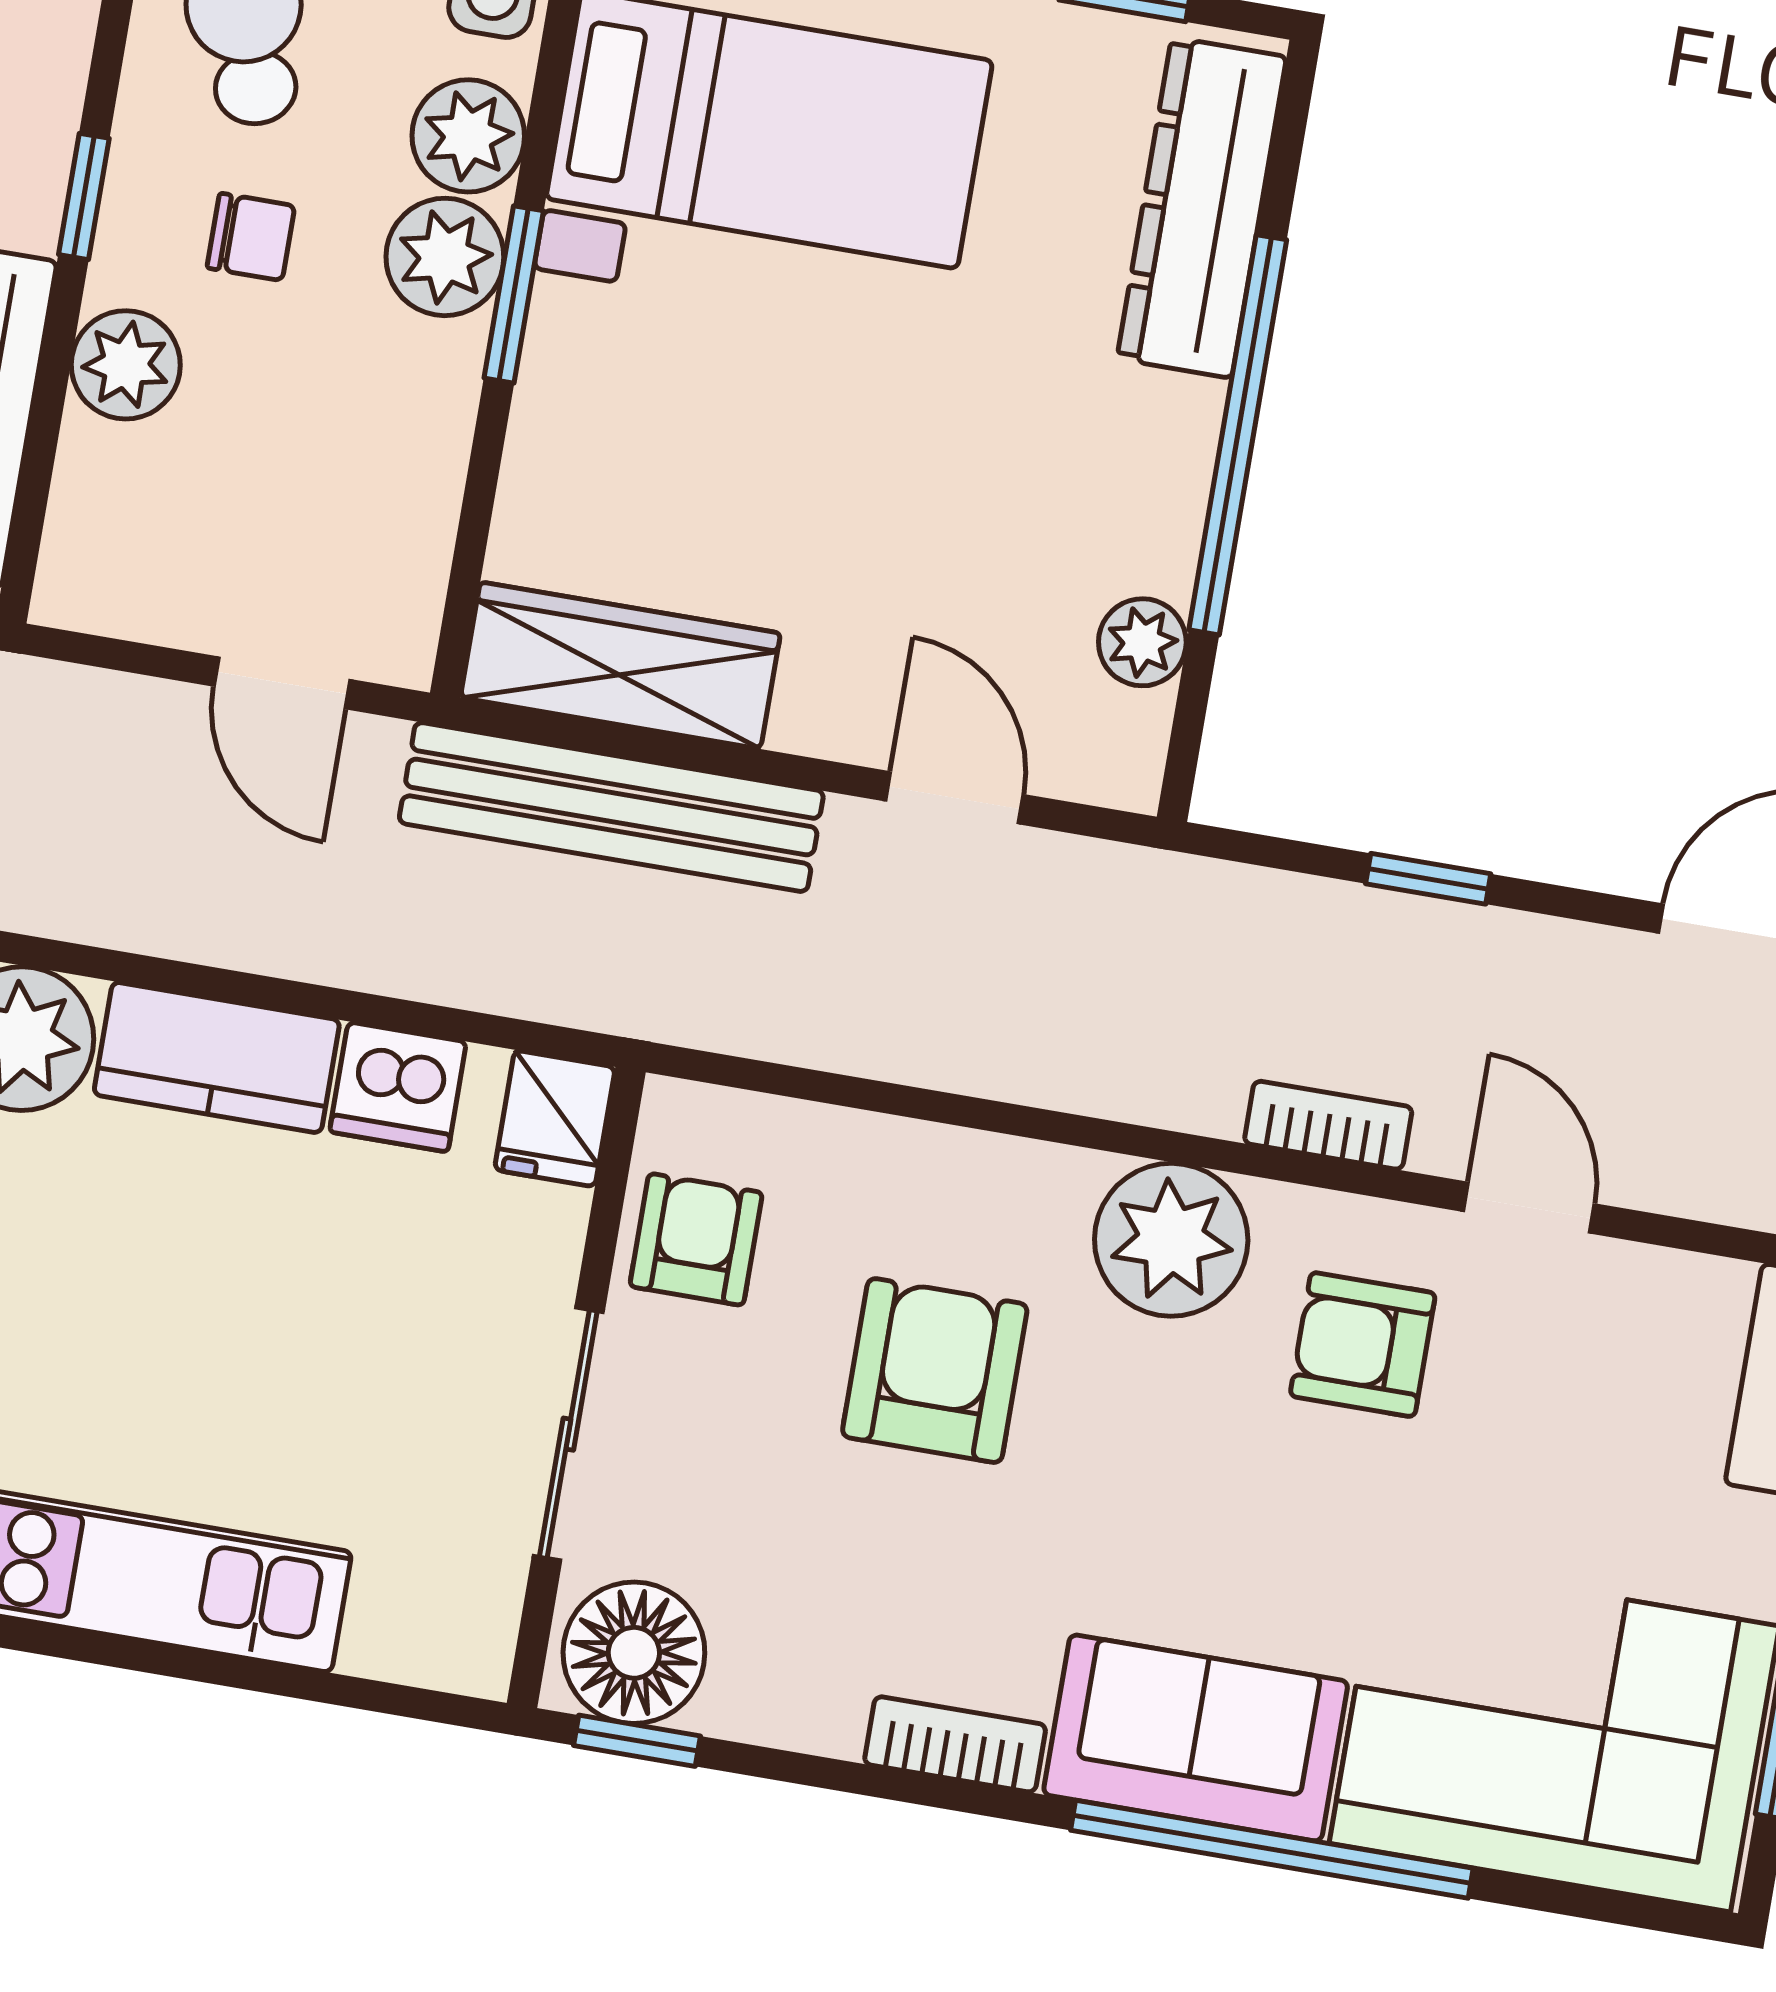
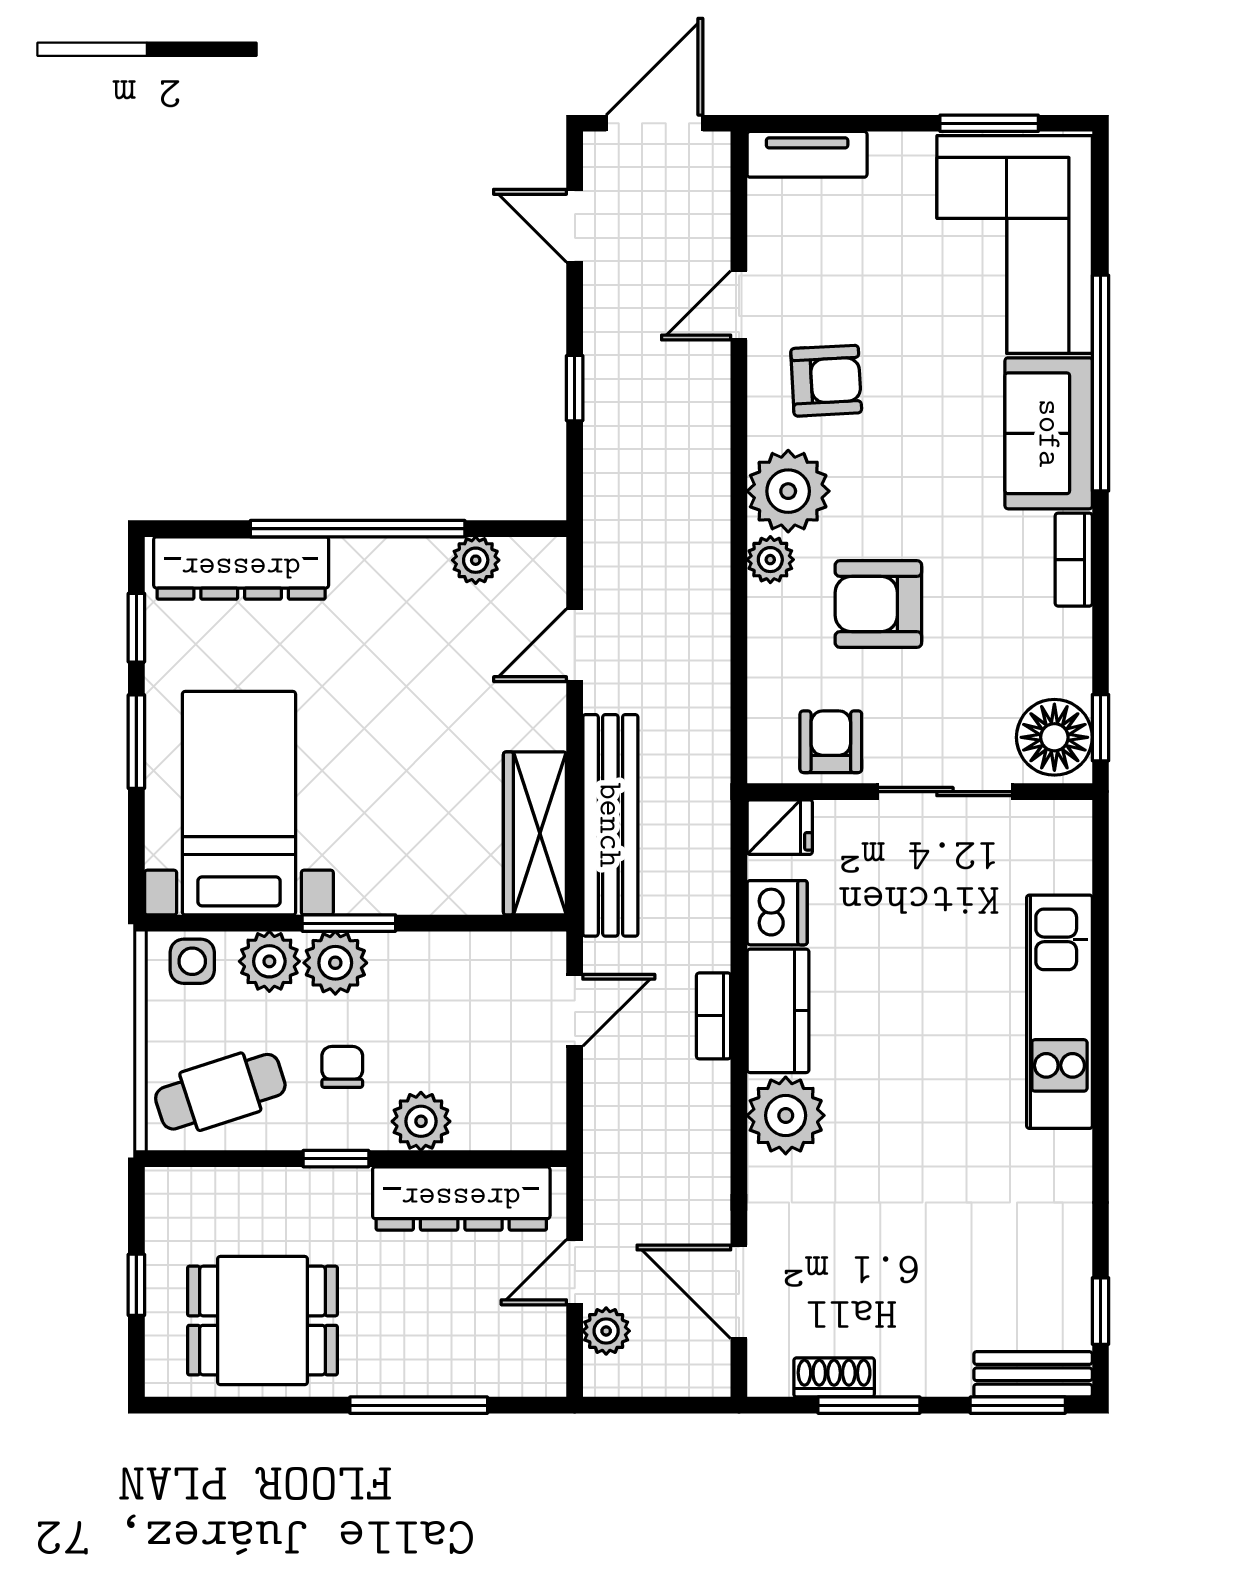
bookcase: (1328, 1125) -> (714, 1016), moved
plant: (1051, 1185) -> (770, 560), added
armchair: (696, 1239) -> (831, 742), turned 90
armchair: (1363, 1345) -> (826, 381), turned -93

